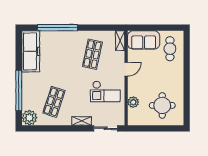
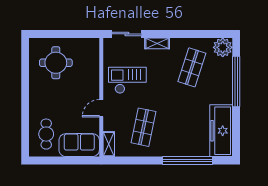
plant: (133, 102) -> (92, 67), removed

